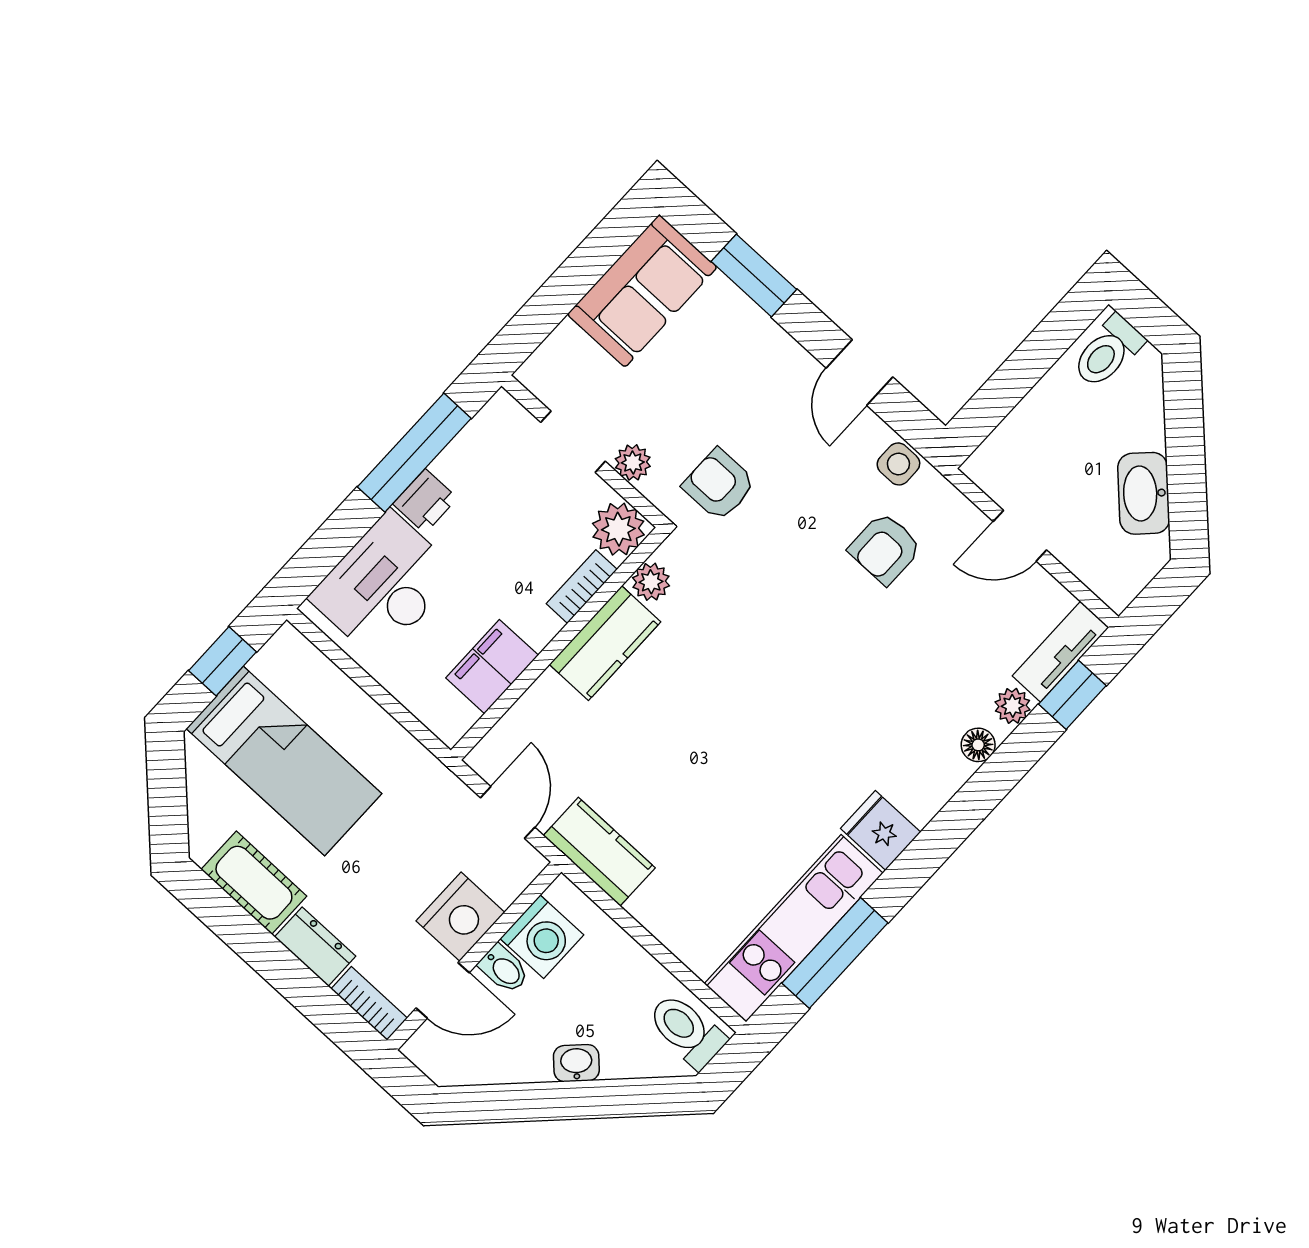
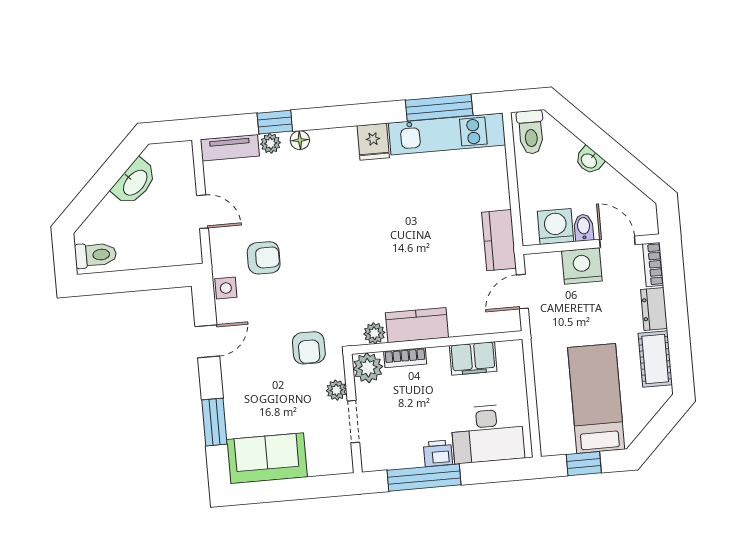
window: (1072, 695) -> (275, 122), moved

